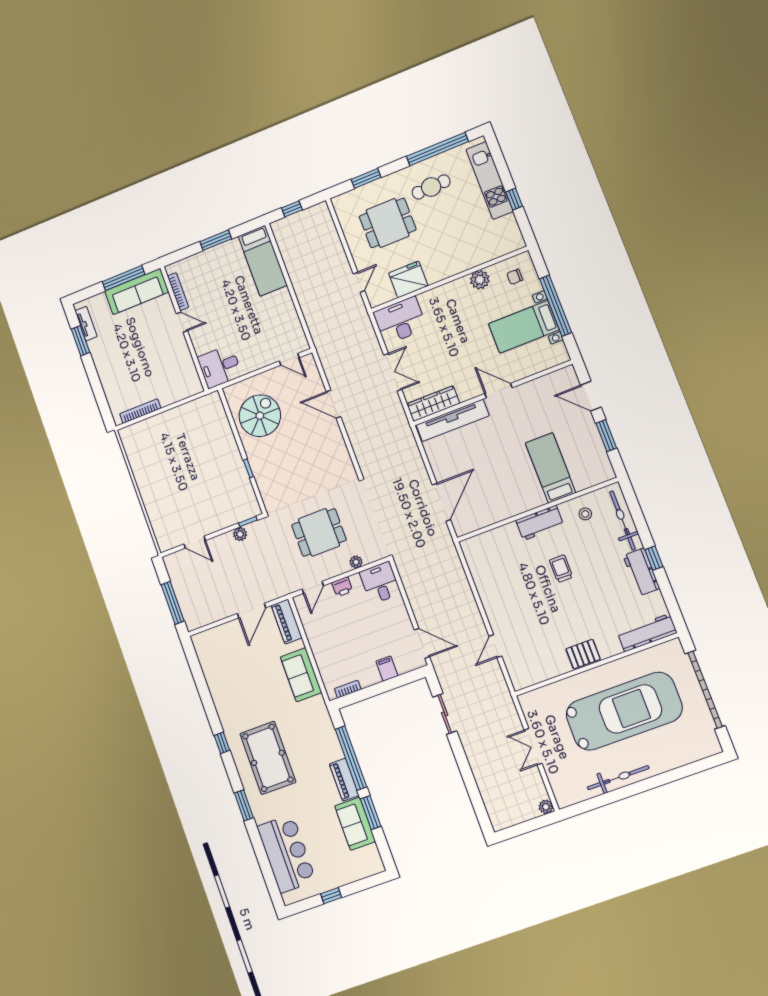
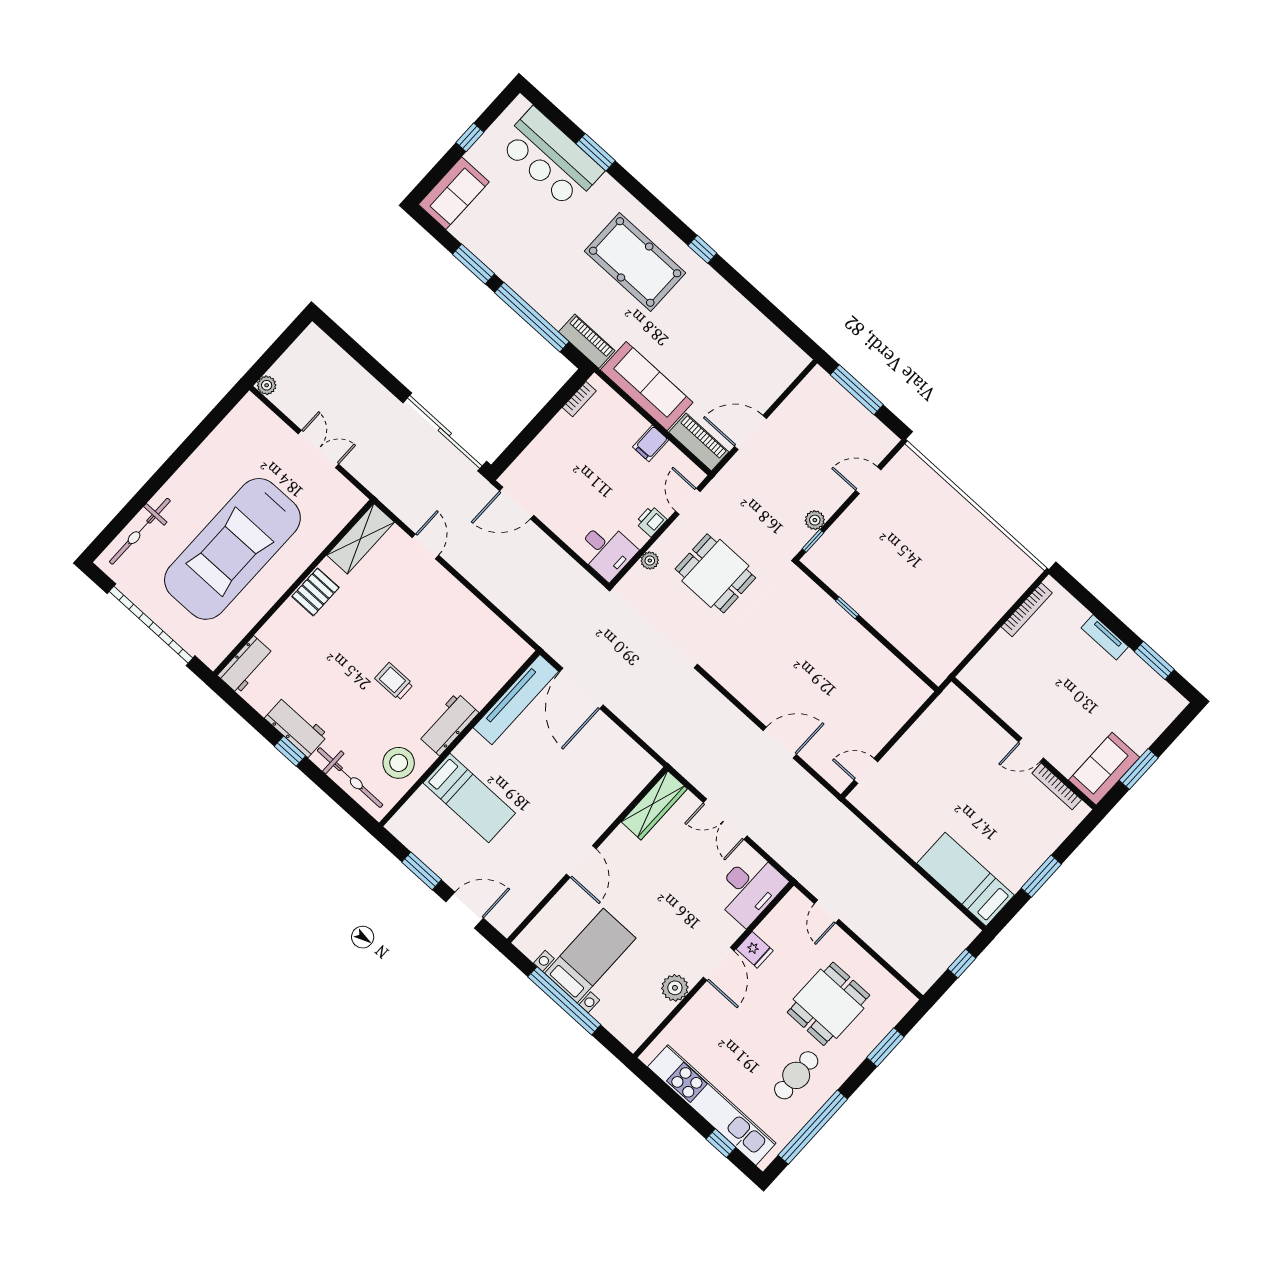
kitchen unit: (490, 180) -> (712, 1105), width x1.36
window: (514, 199) -> (721, 1143), moved
chair: (515, 277) -> (633, 1012), removed
window: (124, 278) -> (1139, 769), width x0.69
fridge: (408, 279) -> (755, 950), width x0.53, depth x0.75
door: (444, 282) -> (719, 964), added
sofa: (137, 292) -> (1104, 769), width x0.73
tv unit: (86, 324) -> (1105, 637), moved
desk: (220, 367) -> (952, 718), removed
door: (499, 391) -> (581, 861), hinge flipped
spiral stairs: (260, 416) -> (867, 681), removed
tv unit: (453, 420) -> (516, 700), moved, turned 180
stool: (585, 514) -> (399, 763), width x1.89, depth x1.89
dining table: (319, 532) -> (715, 573), turned 90
trolley: (561, 569) -> (394, 681), turned 180
door: (251, 611) -> (750, 432), hinge flipped
workbench: (647, 633) -> (246, 665), width x0.73
filing cabinet: (387, 669) -> (651, 443), moved, turned 90
shelving: (535, 673) -> (361, 539), added
sofa: (301, 675) -> (647, 386), width x1.36
sliding door: (445, 714) -> (445, 432), width x1.86
bicycle: (618, 778) -> (140, 531), moved
piano: (344, 780) -> (587, 341), moved
window: (244, 805) -> (596, 152), moved
sofa: (355, 824) -> (454, 193), moved, turned 90

